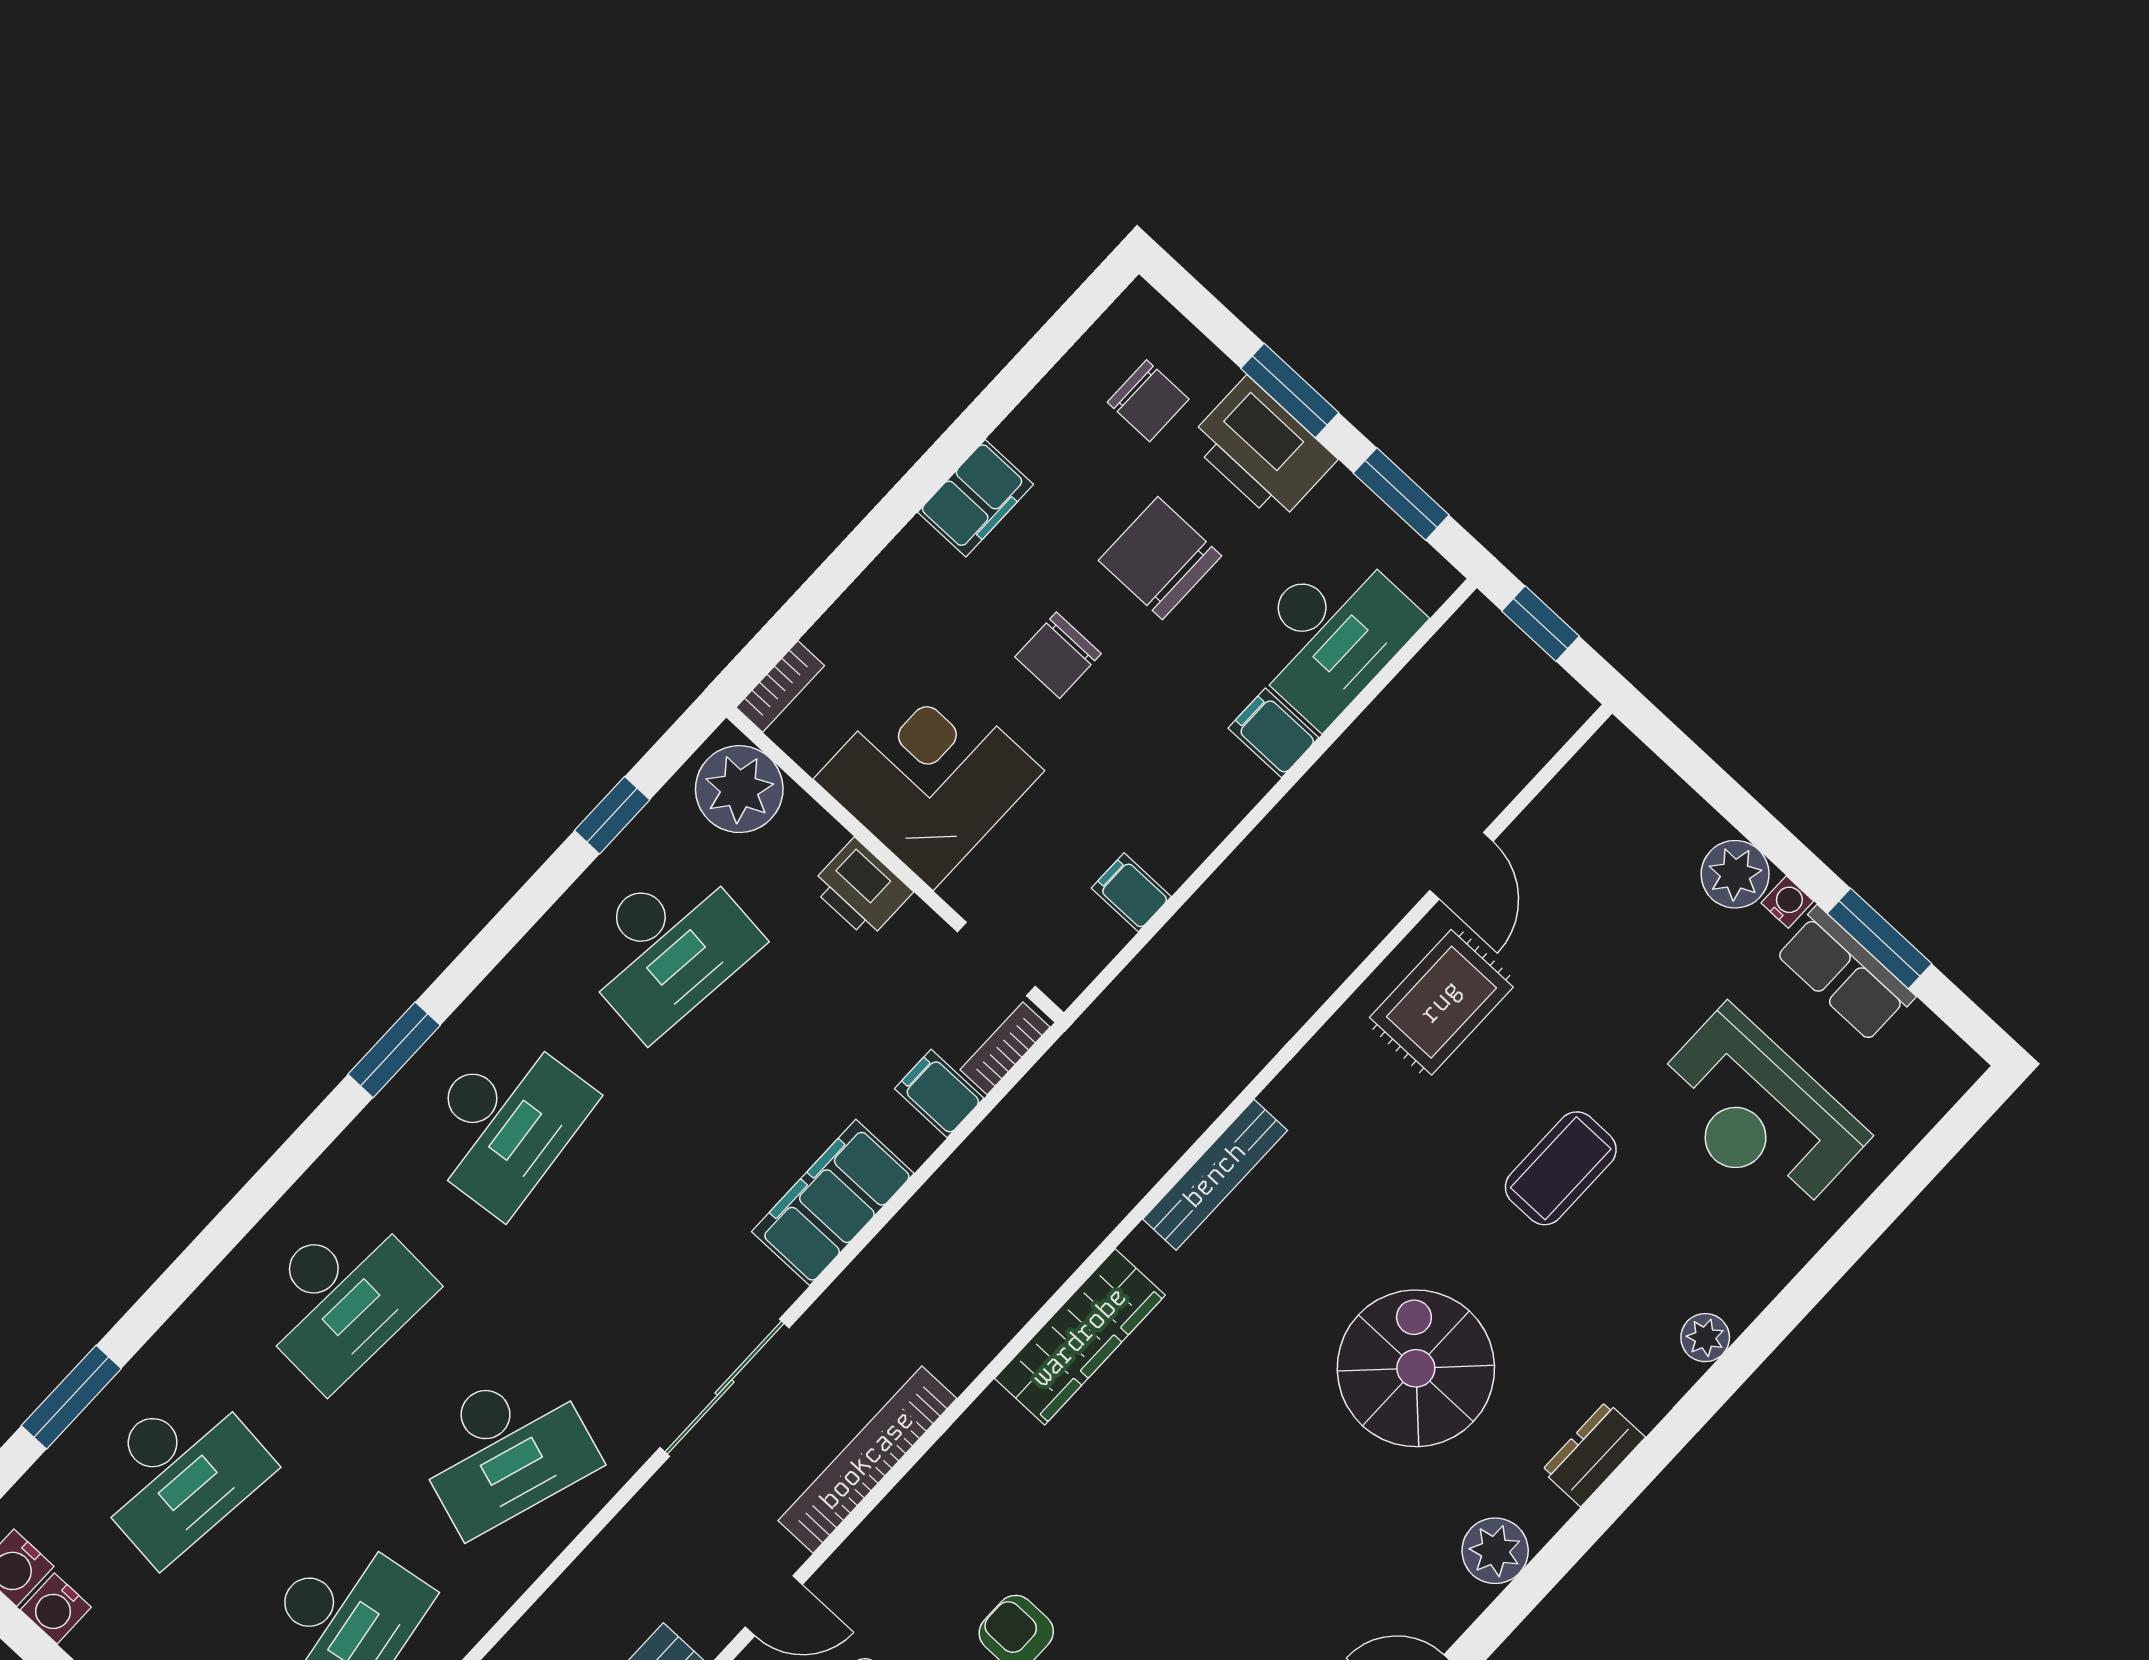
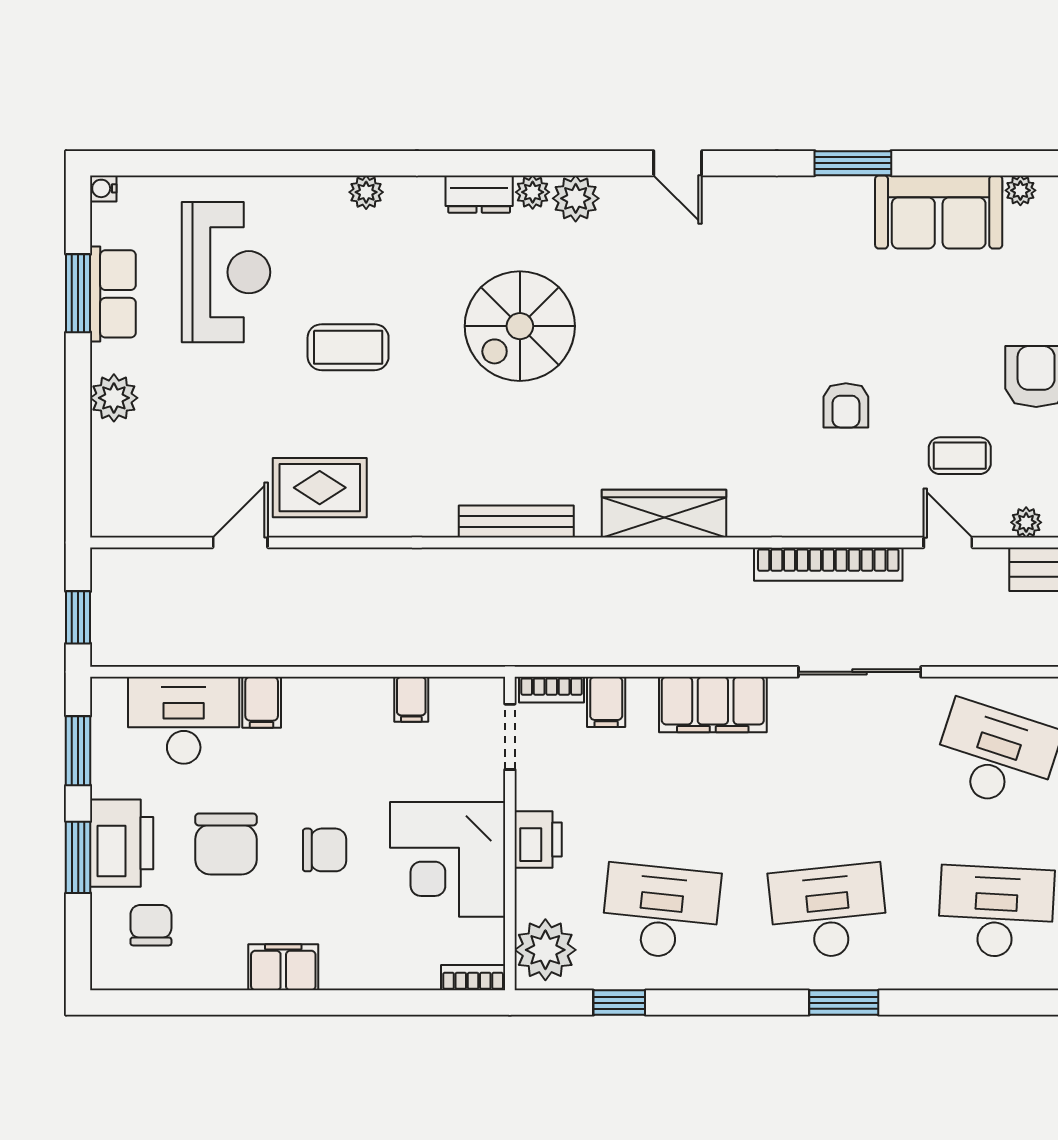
water cooler: (1787, 902) -> (103, 188), moved
plant: (1544, 1512) -> (533, 192), added

